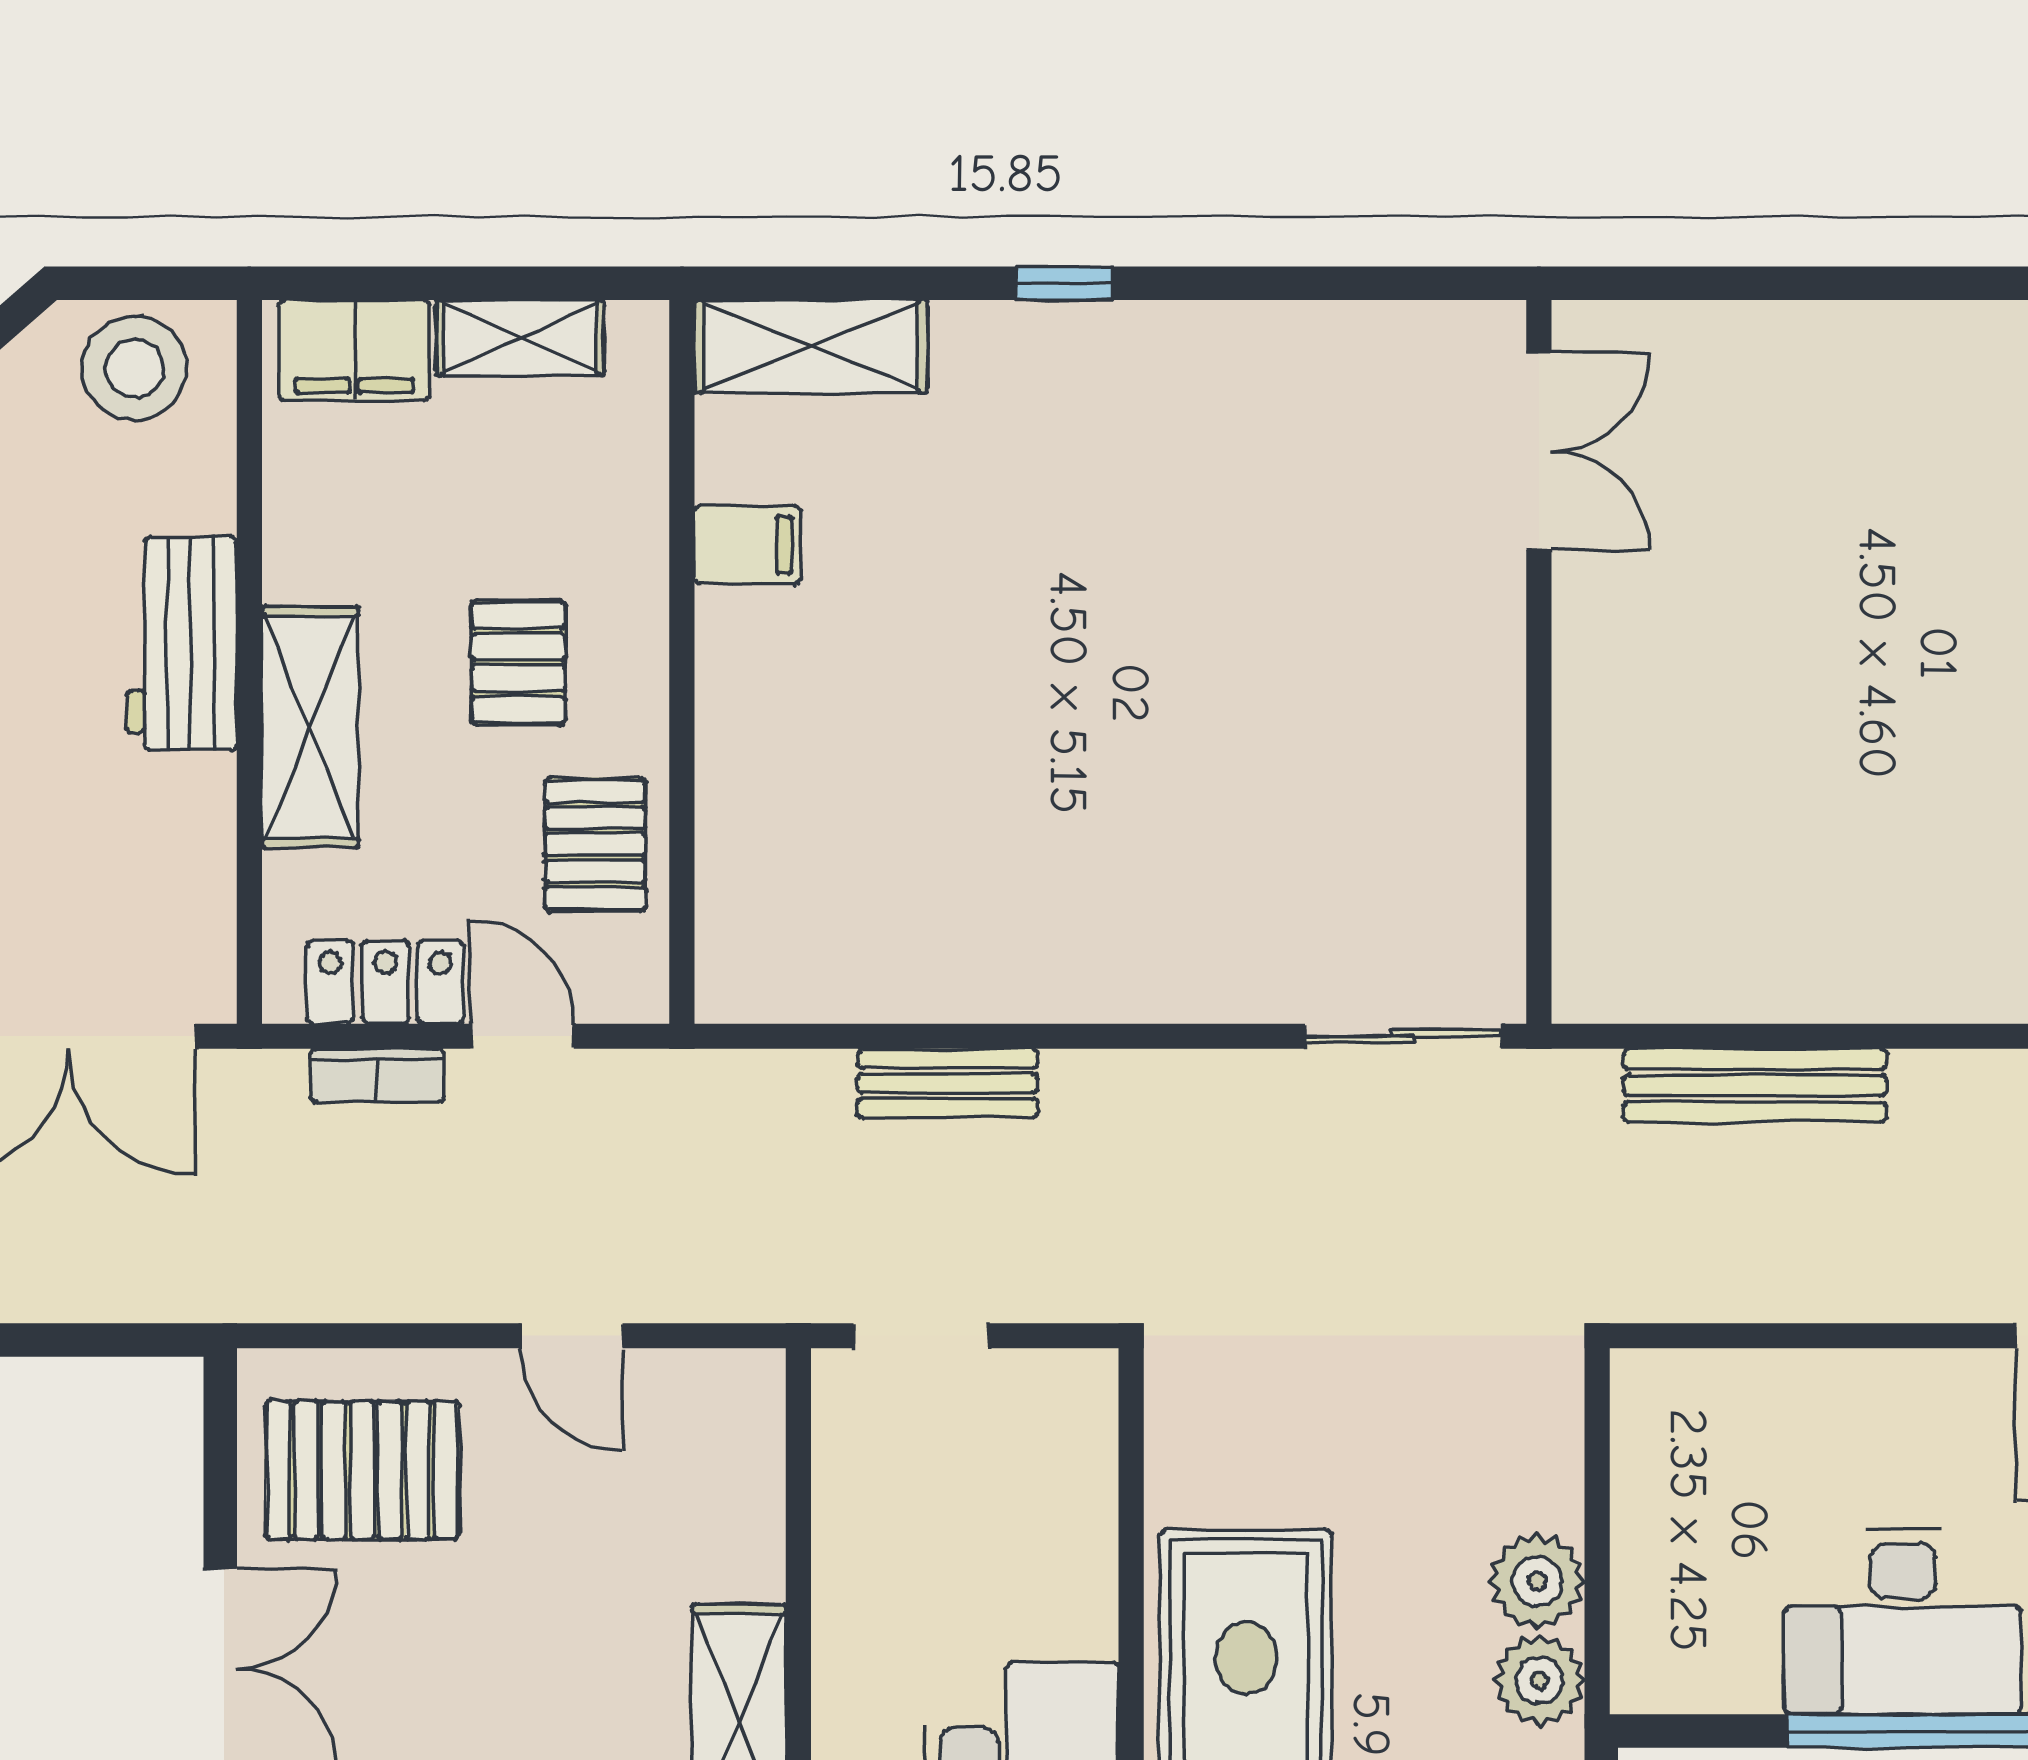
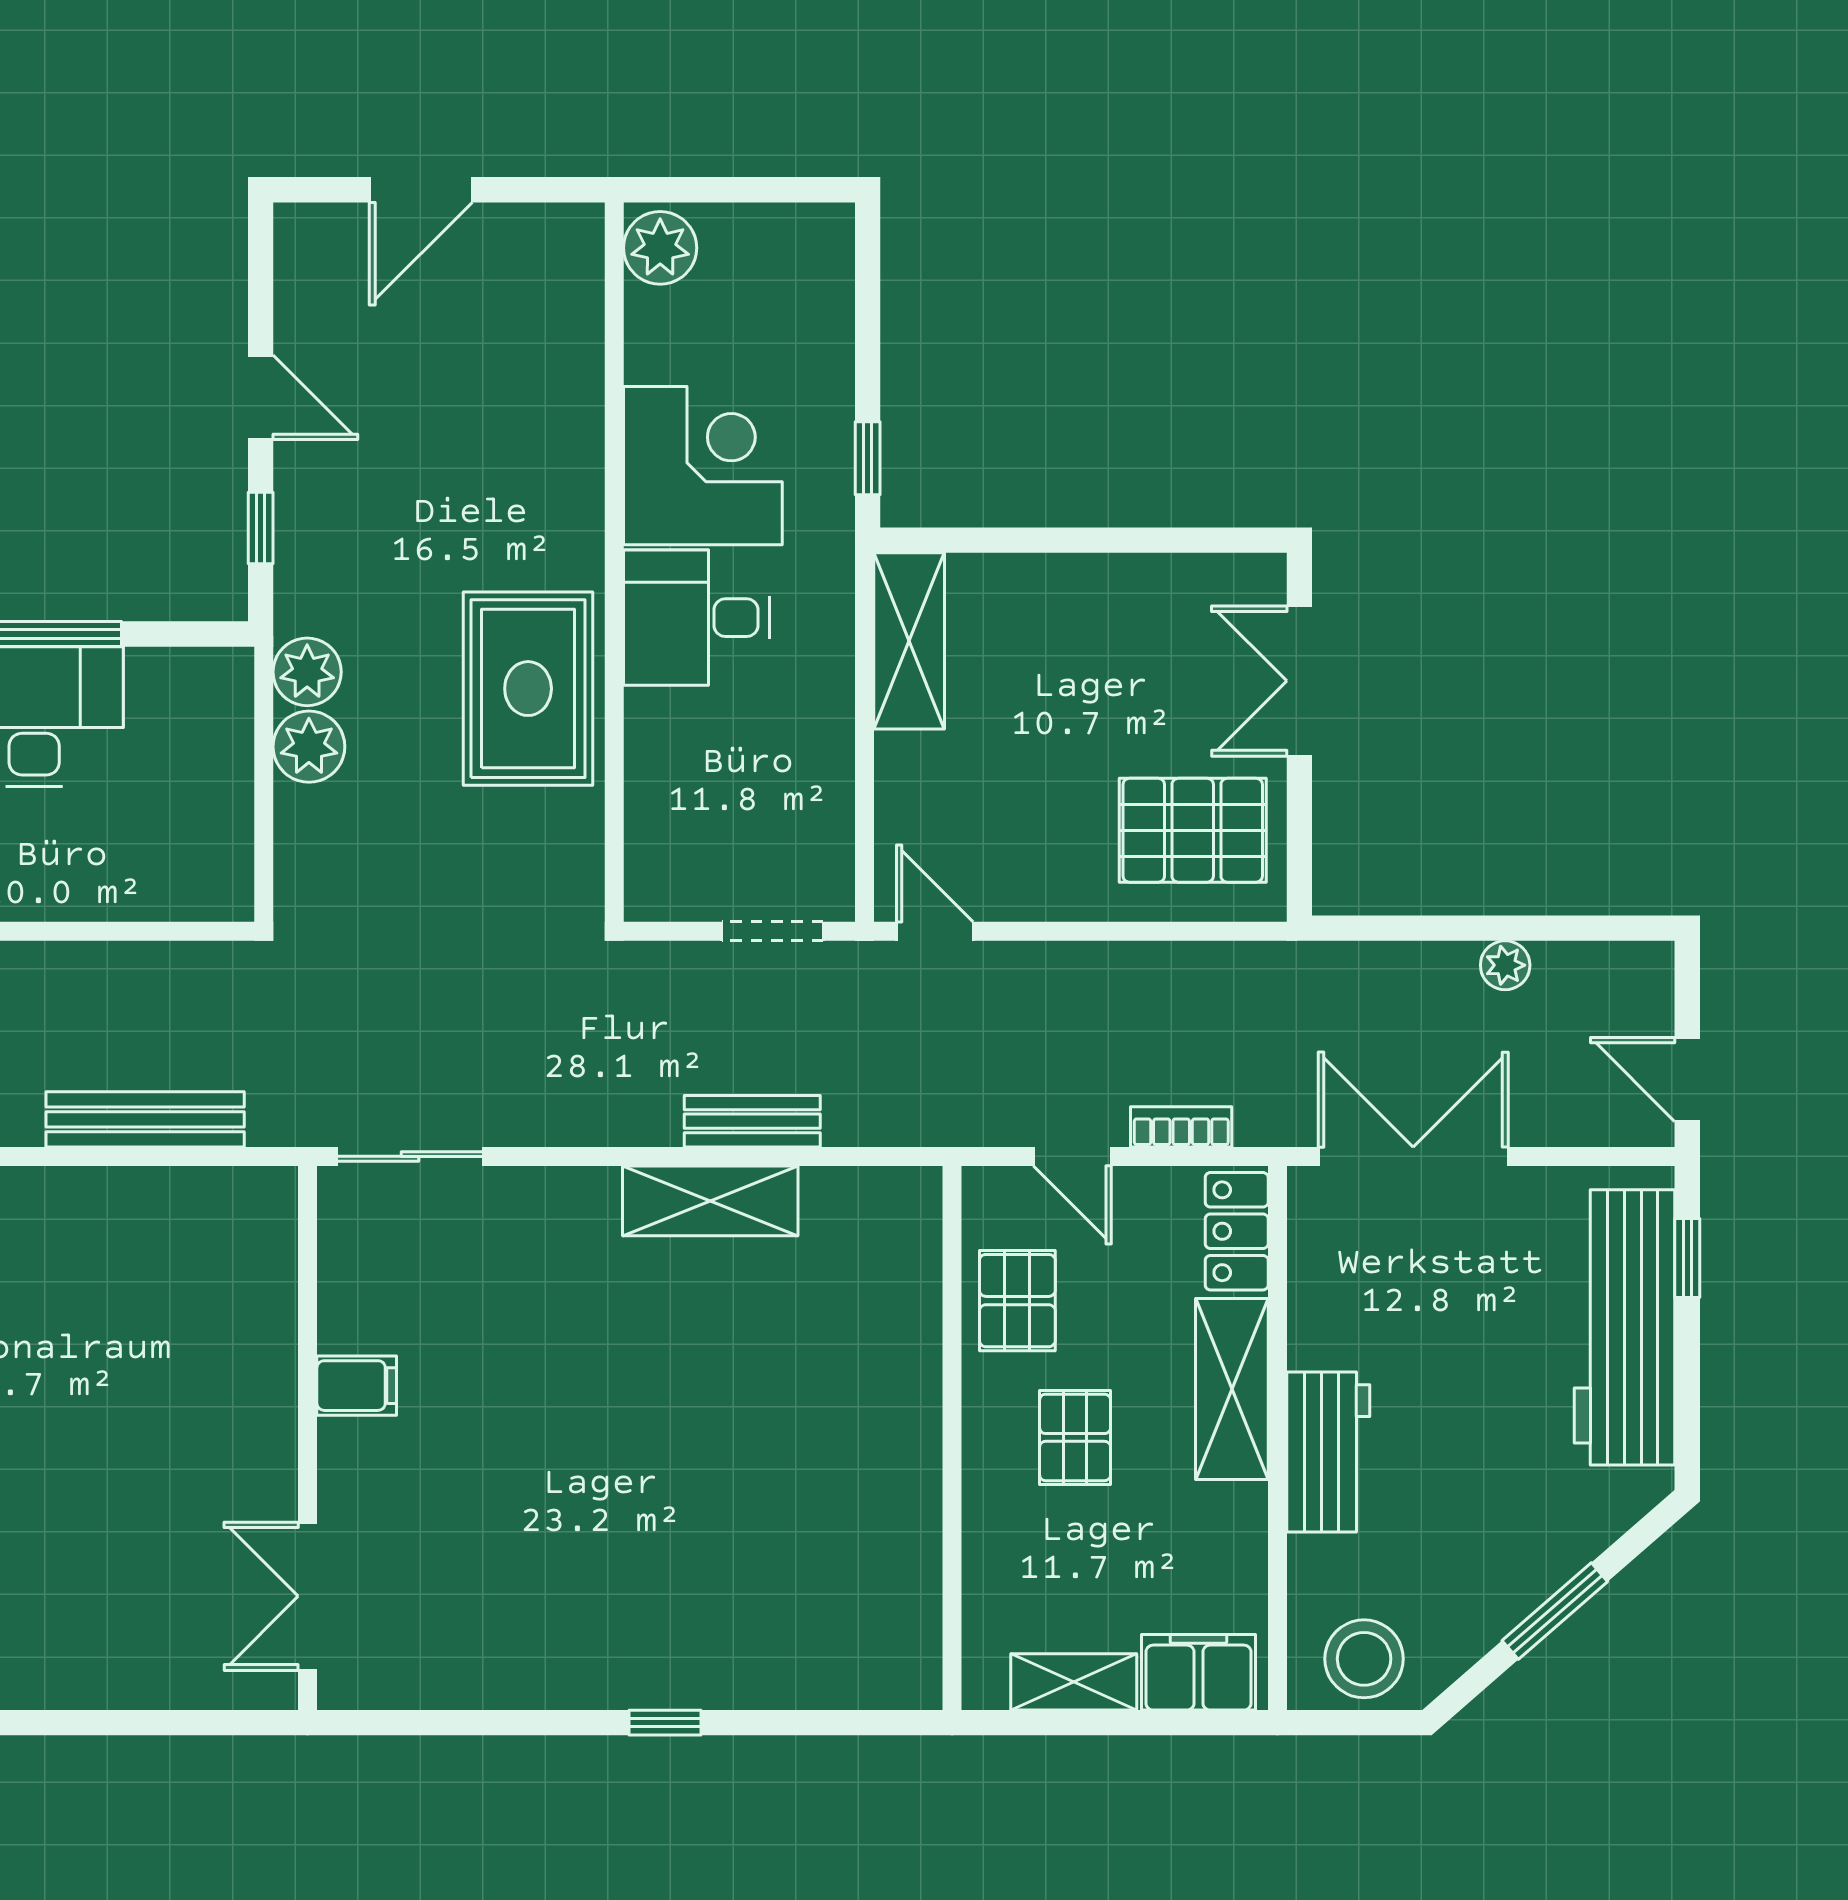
shelving: (811, 347) -> (710, 1201), moved
filing cabinet: (747, 545) -> (357, 1386), moved, turned 180
locker: (385, 982) -> (1237, 1231), moved, turned 90
door: (572, 1336) -> (935, 931), moved

